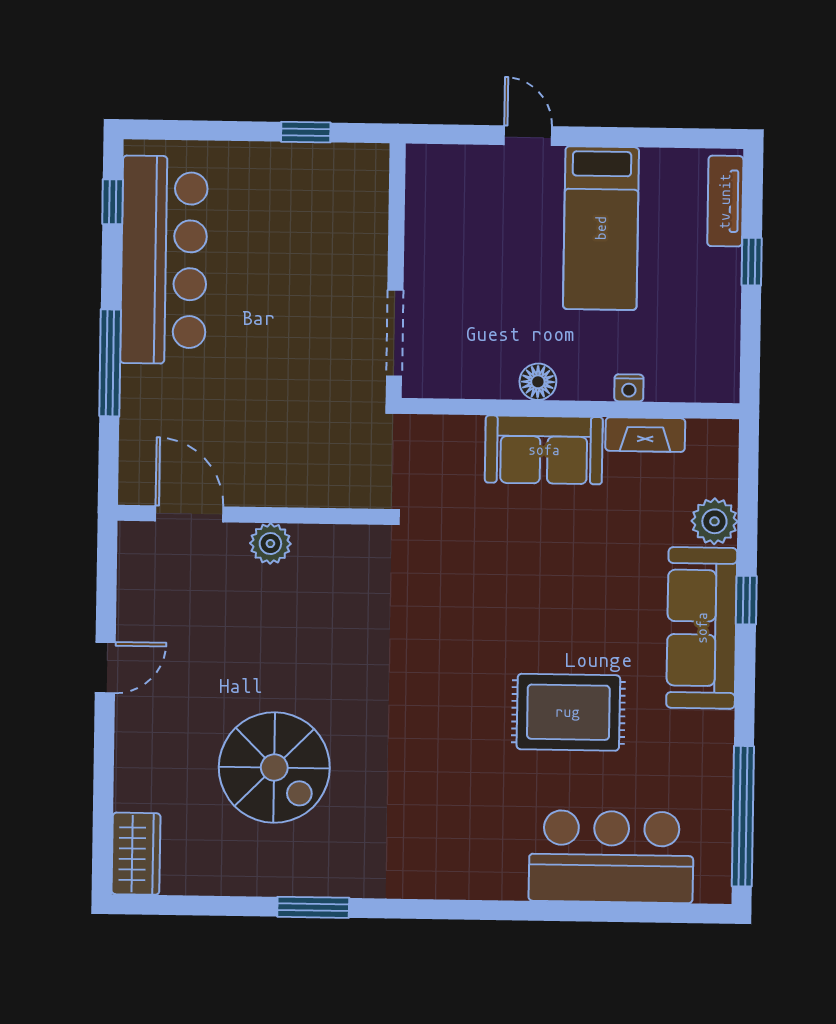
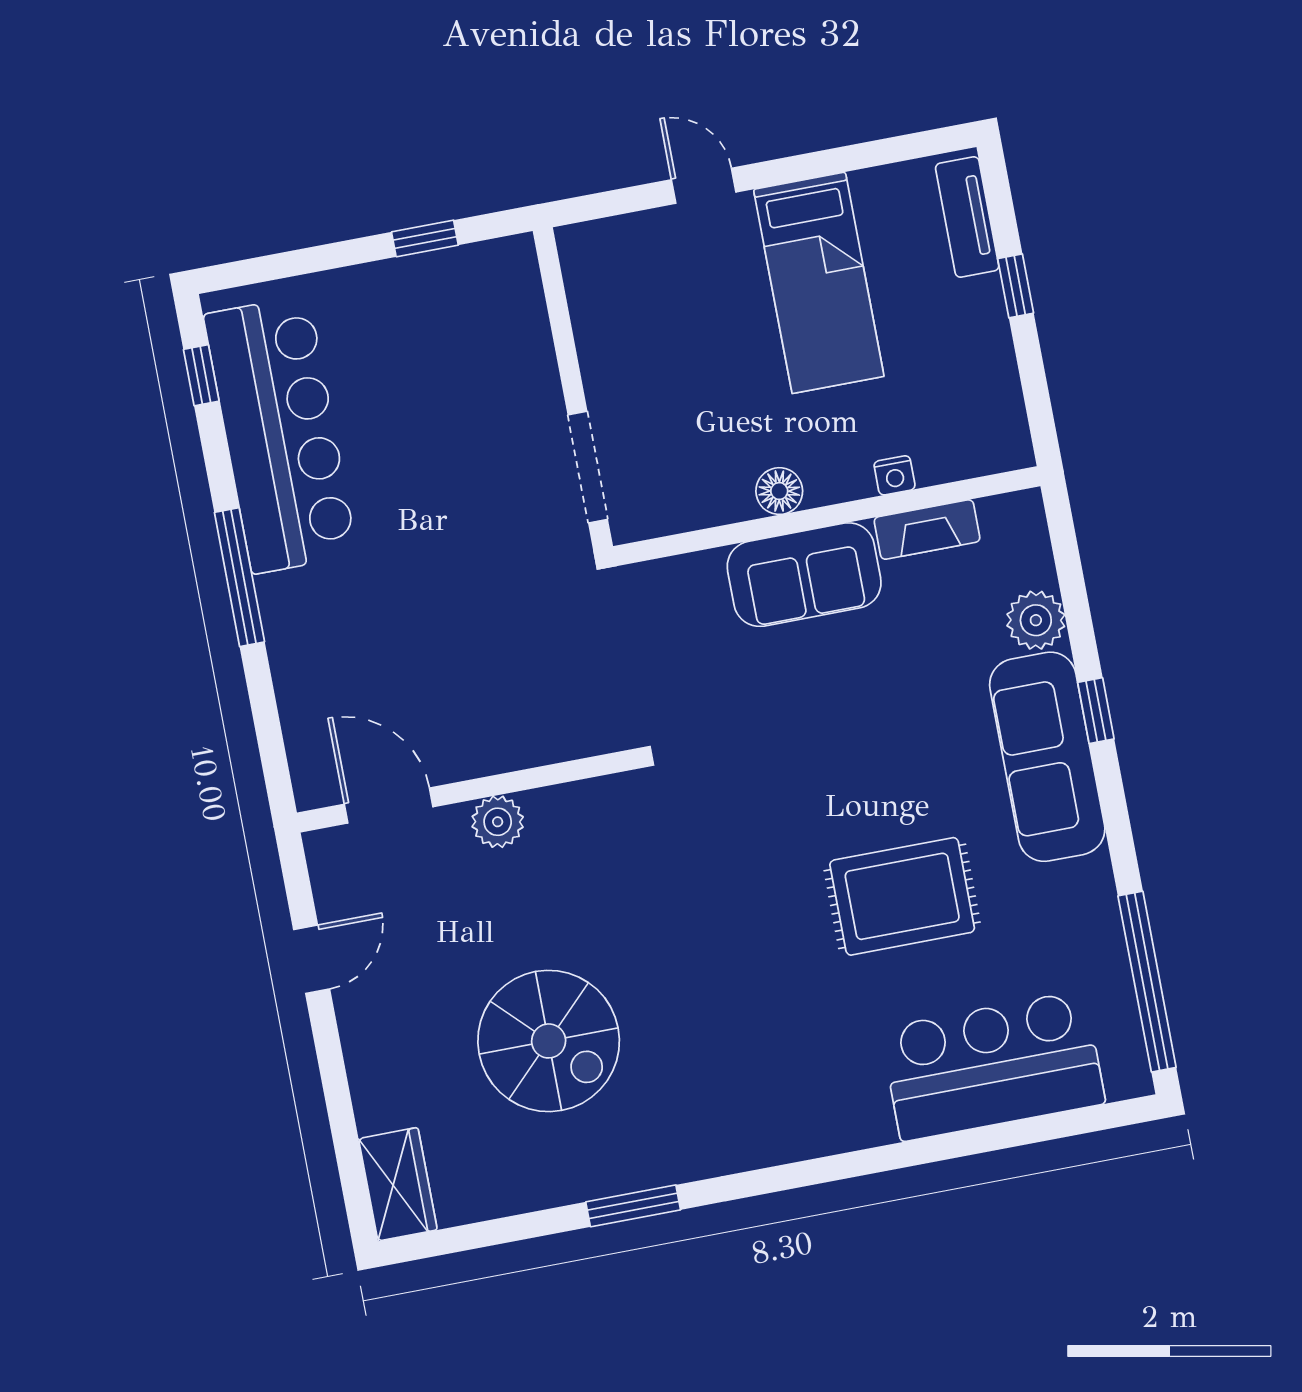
door: (189, 514) -> (389, 805), moved
wall: (251, 515) -> (466, 791), moved
plant: (270, 544) -> (498, 822), moved

